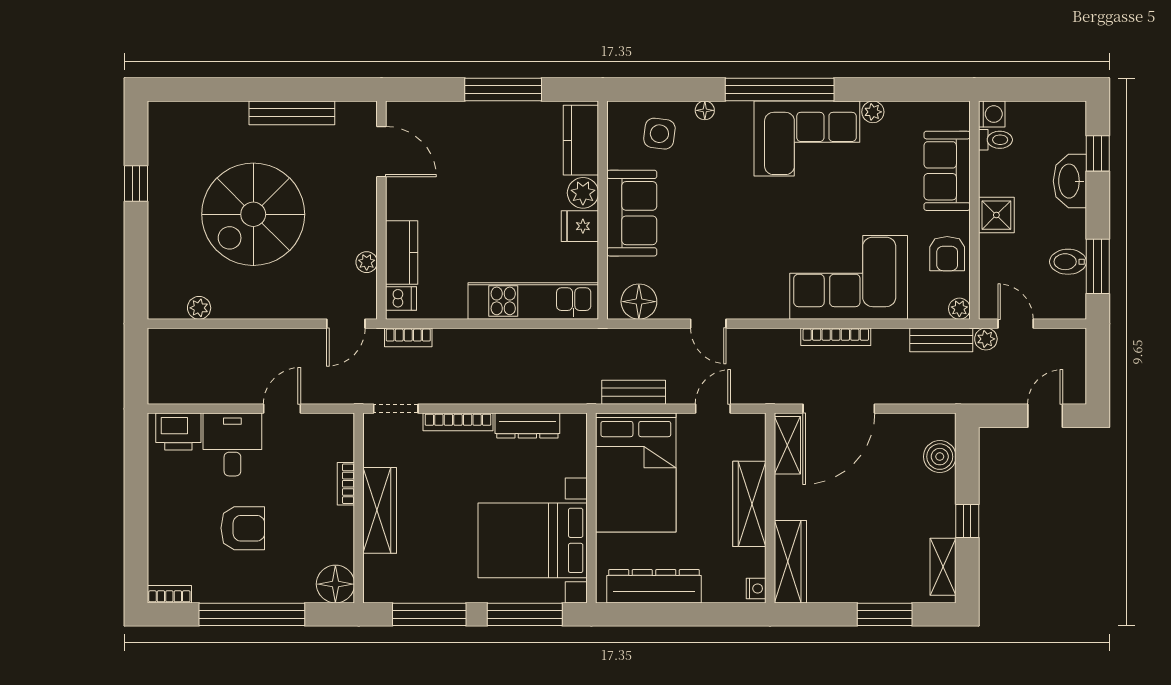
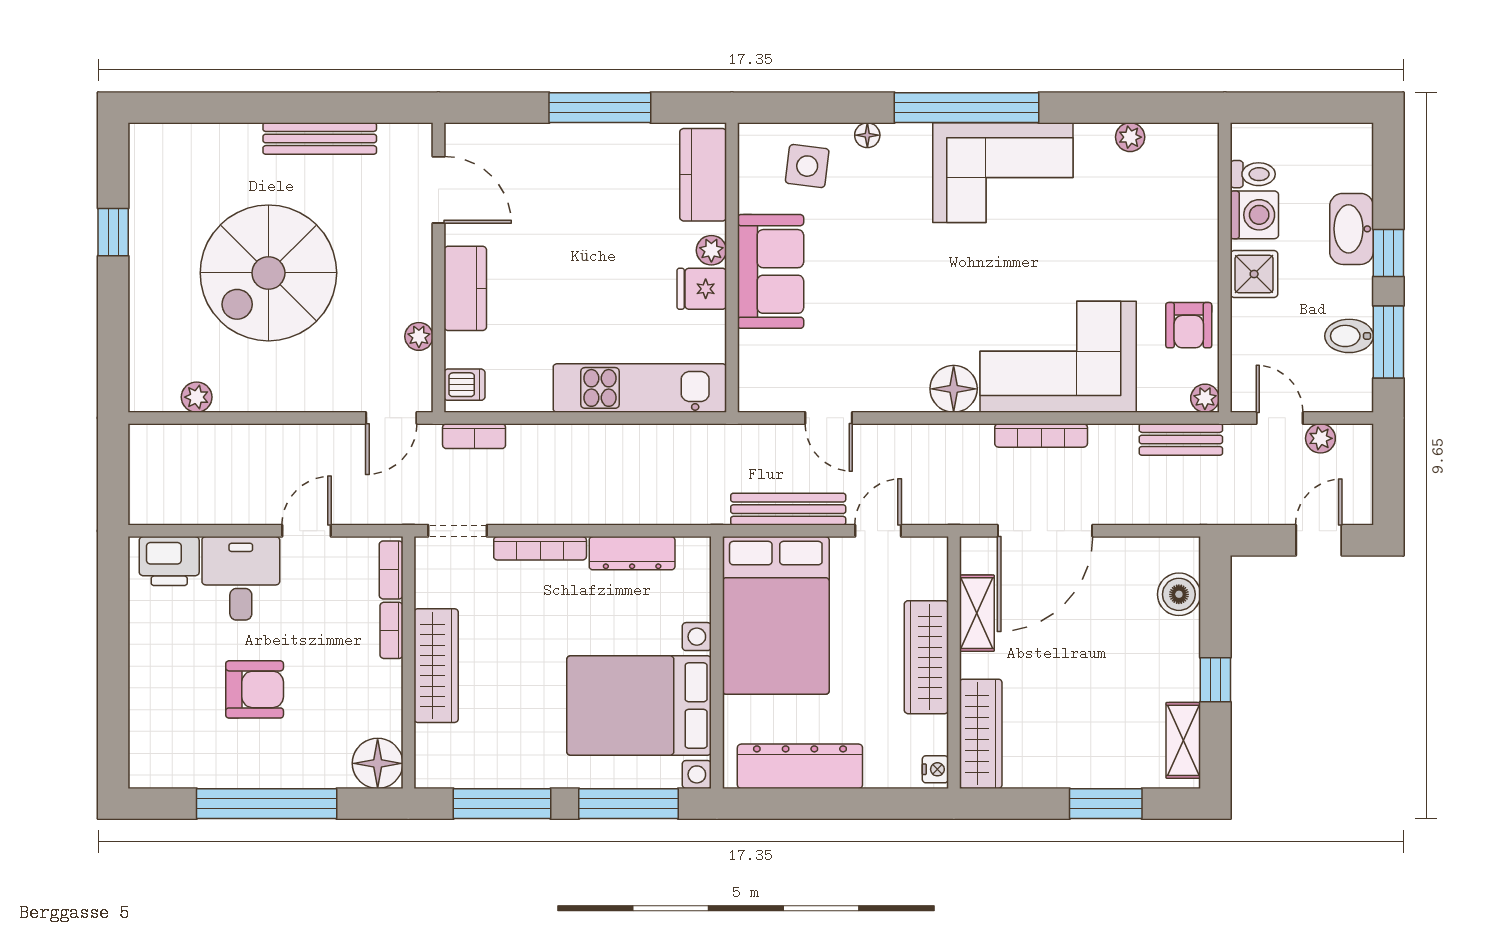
plant: (873, 112) -> (1130, 137), moved
washing machine: (992, 114) -> (1254, 215), moved, width x1.38, depth x1.38
window: (1098, 153) -> (1388, 253), moved
sofa: (947, 171) -> (1189, 215), removed
plant: (583, 193) -> (711, 250), width x0.73, depth x0.73
kitchen counter: (402, 252) -> (465, 288), moved
floor lamp: (639, 302) -> (954, 389), moved
door: (708, 324) -> (829, 418), moved
plant: (986, 339) -> (1320, 438), moved
bench: (634, 392) -> (788, 509), width x1.36
shelving: (787, 445) -> (977, 613), moved
bookcase: (169, 594) -> (391, 570), moved, turned -90

